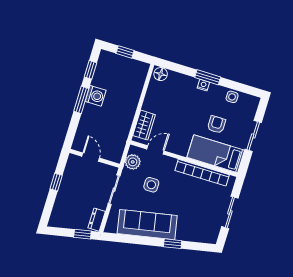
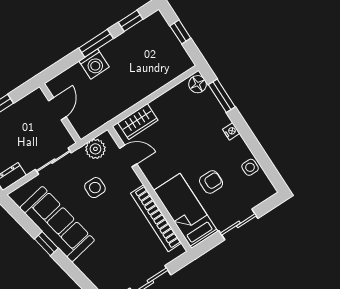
window: (208, 77) -> (222, 96), moved
washing machine: (96, 96) -> (94, 64), moved
window: (173, 244) -> (46, 244), moved

